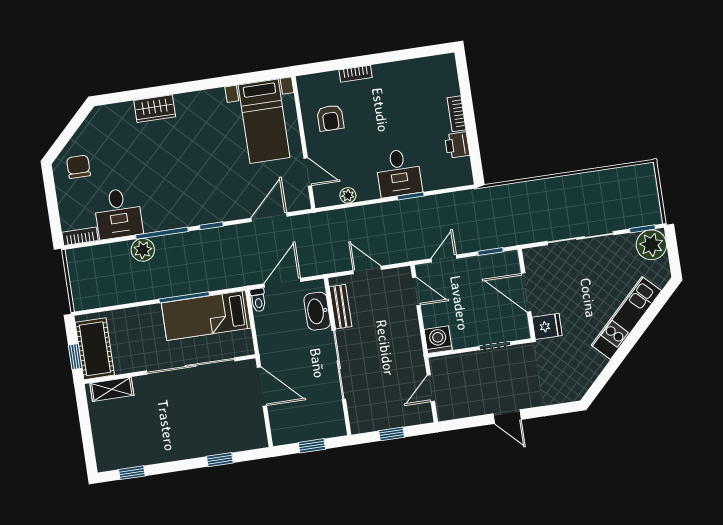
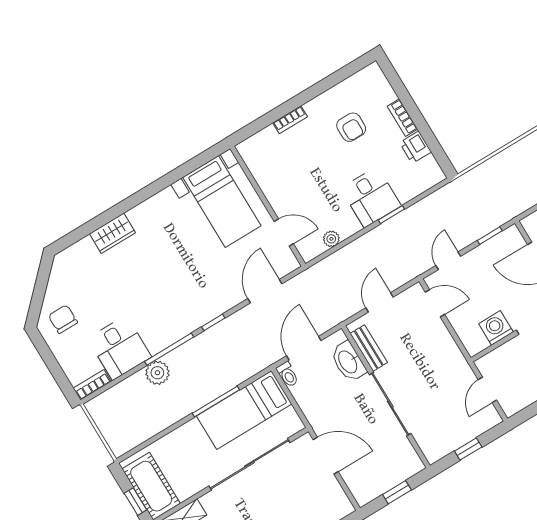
armchair: (330, 118) -> (351, 127), moved
door: (367, 270) -> (379, 302), hinge flipped
washing machine: (438, 340) -> (496, 328), moved

